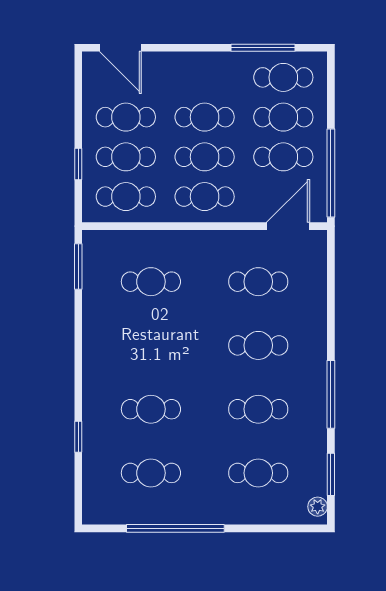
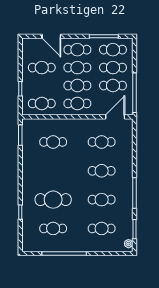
door: (120, 48) -> (51, 36), moved
cafe table: (126, 157) -> (77, 50), moved
cafe table: (151, 409) -> (53, 200), width x1.37, depth x1.35

